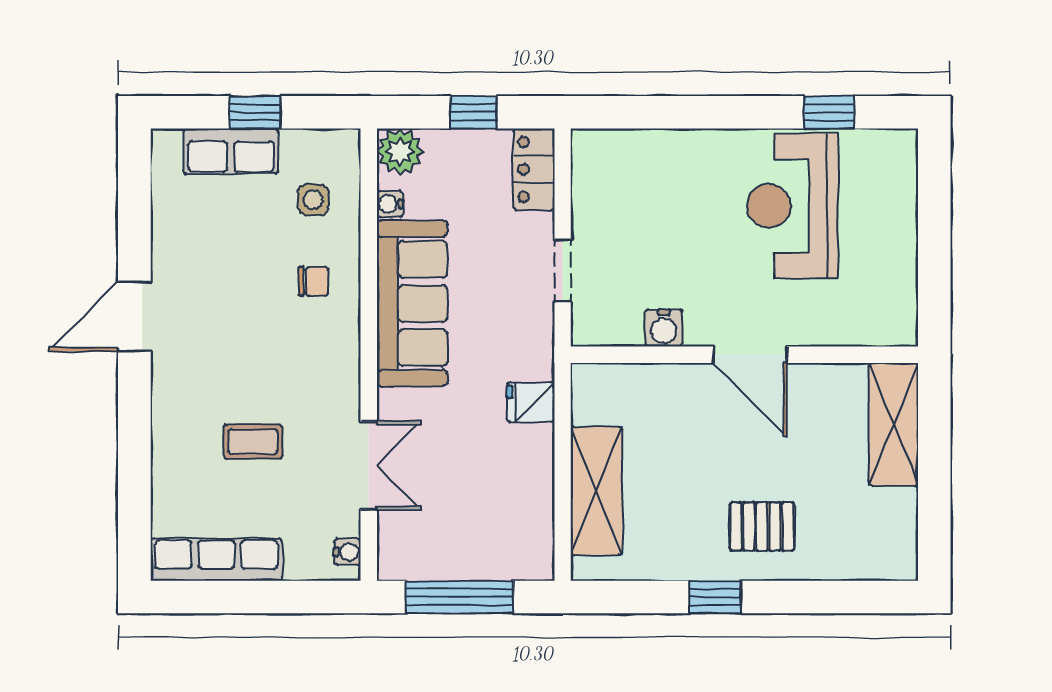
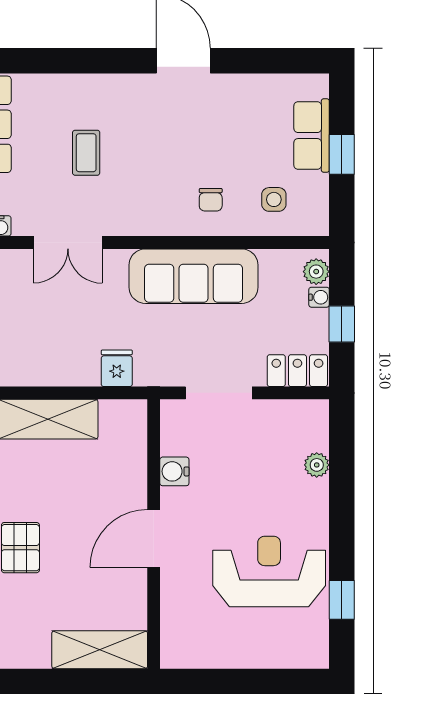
plant: (655, 144) -> (317, 465), added
plant: (400, 152) -> (316, 272), width x0.73, depth x0.73
water cooler: (390, 204) -> (319, 297), moved, turned 90
doorway: (563, 271) -> (219, 393), width x1.38

